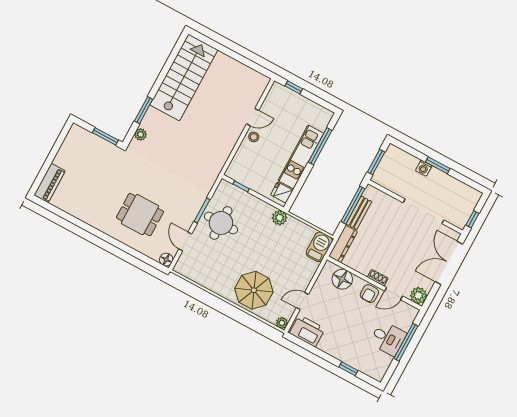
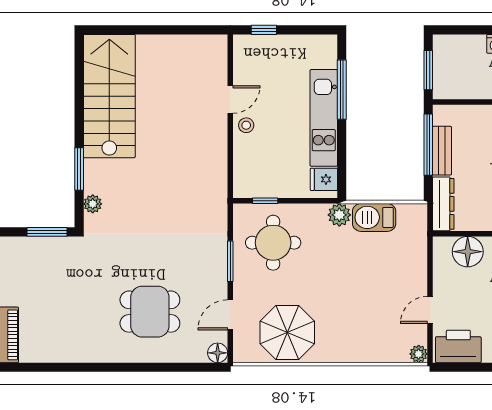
round table: (221, 223) -> (273, 243), moved
door: (185, 242) -> (230, 315), hinge flipped
barbecue: (319, 247) -> (374, 217), moved, turned -90
parasol: (254, 290) -> (287, 332), moved

